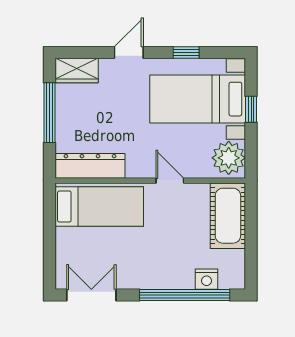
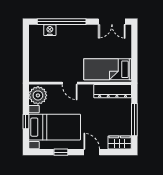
door: (129, 53) -> (92, 152), swing flipped
cot: (228, 216) -> (38, 64), removed

